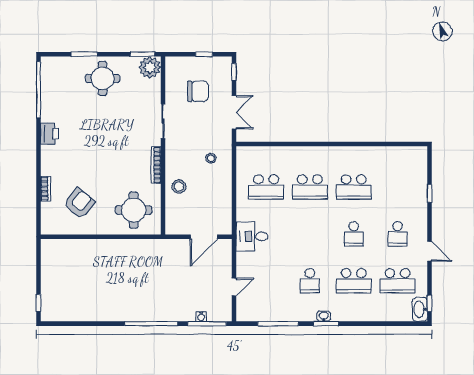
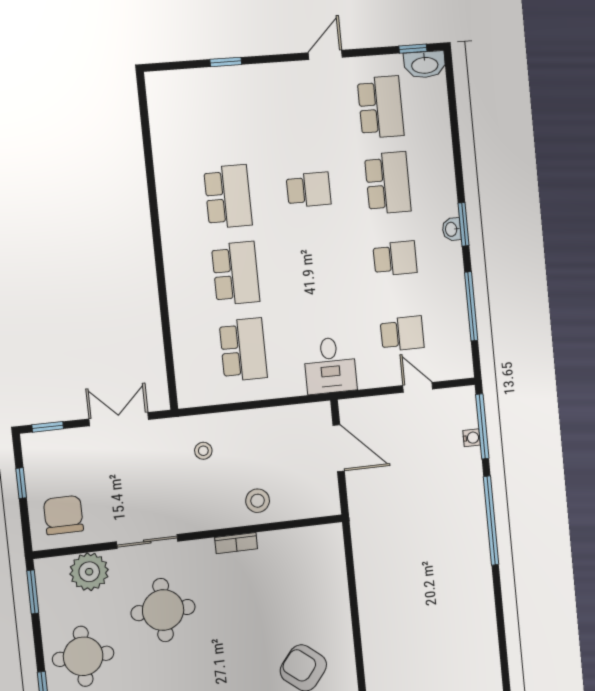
plant: (150, 67) -> (89, 572), moved
chair: (198, 91) -> (63, 515), moved
bookcase: (156, 165) -> (236, 543), width x0.64
round table: (134, 210) -> (163, 610), moved
school desk: (397, 234) -> (402, 334), moved

